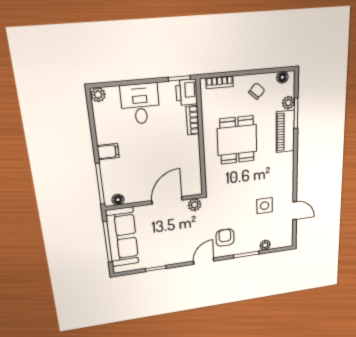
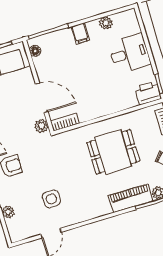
plant: (98, 95) -> (106, 23), moved
bookcase: (193, 120) -> (65, 122), moved

